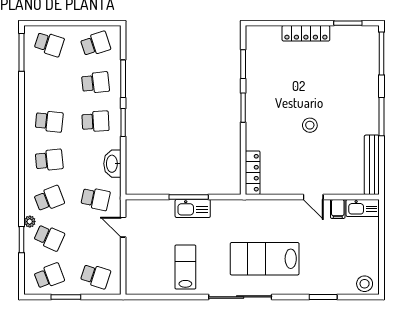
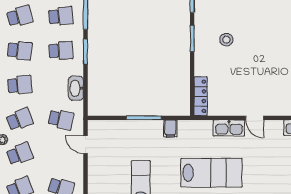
school desk: (49, 83) -> (20, 16), added
stool: (310, 125) -> (226, 40), moved
kitchen sink: (193, 208) -> (229, 128), moved
filing cabinet: (338, 209) -> (170, 128), moved
school desk: (49, 237) -> (20, 154), turned -45
lab bench: (265, 259) -> (211, 173), turned 180

